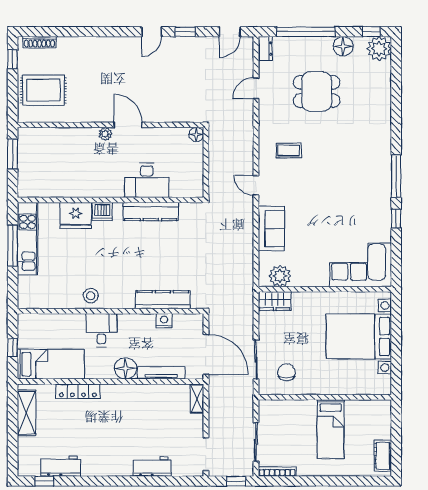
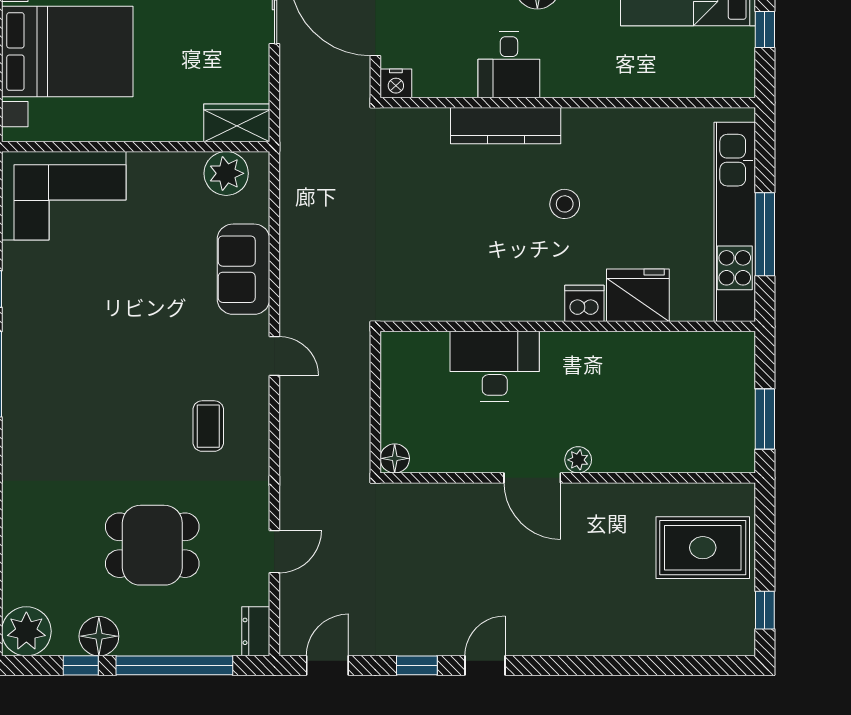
window: (371, 32) -> (81, 665), moved
shoe rack: (39, 42) -> (711, 645), removed
coffee table: (289, 151) -> (208, 426), turned 90
kitchen counter: (151, 212) -> (486, 303), removed
kitchen unit: (28, 239) -> (735, 222), width x1.36
stool: (91, 296) -> (565, 204), moved
kitchen counter: (163, 300) -> (506, 126), moved
nightstand: (164, 321) -> (396, 83), moved
desk: (101, 330) -> (509, 65), moved

